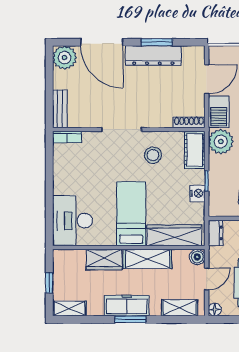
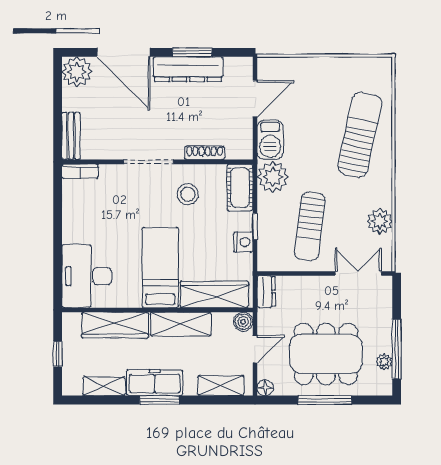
shoe rack: (189, 122) -> (205, 153), moved
wardrobe: (104, 260) -> (115, 325), width x1.50
shelving: (69, 308) -> (104, 386), moved

